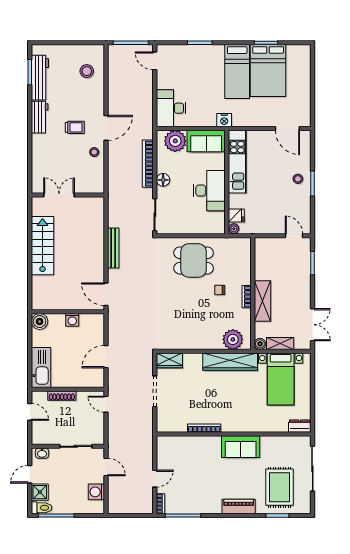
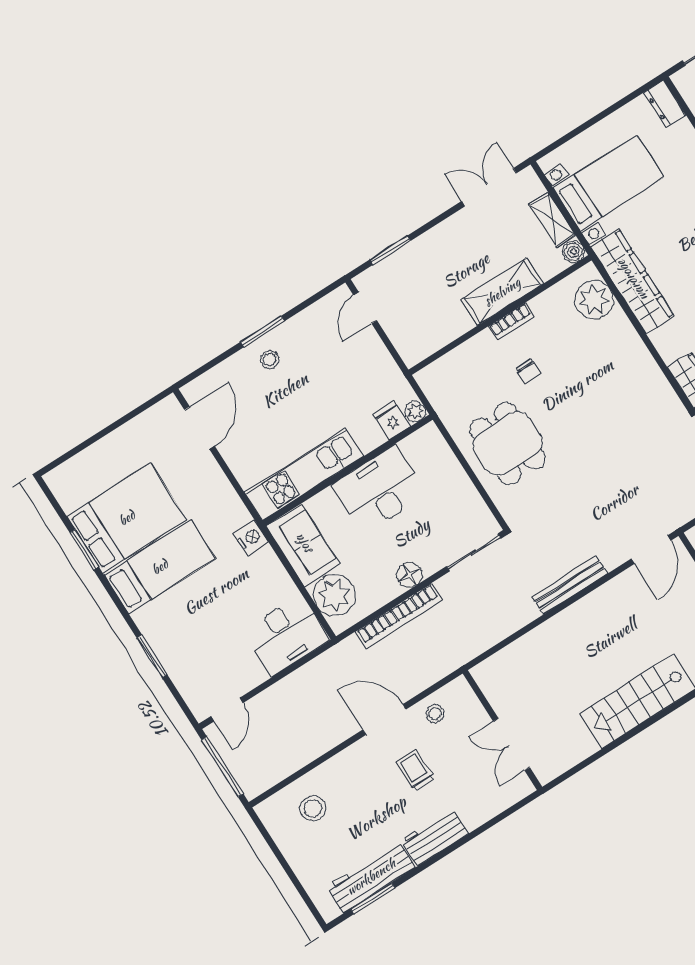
double door: (59, 195) -> (511, 744), moved
wall: (68, 195) -> (502, 730), moved

